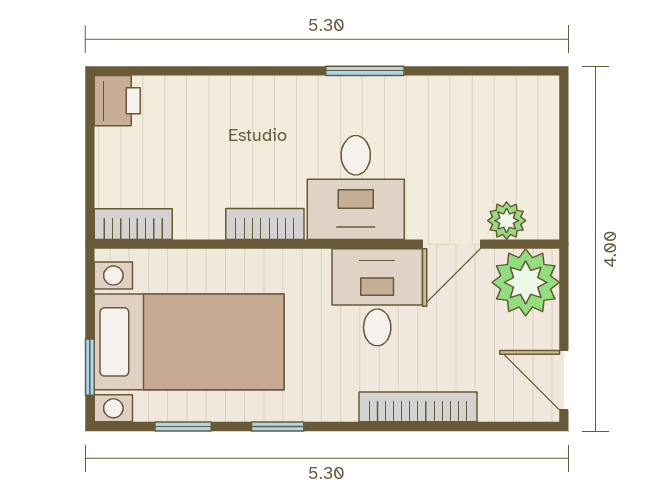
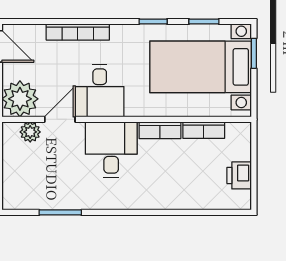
window: (365, 71) -> (60, 212), moved
printer: (117, 101) -> (239, 175), moved
bookcase: (133, 224) -> (204, 130), moved

